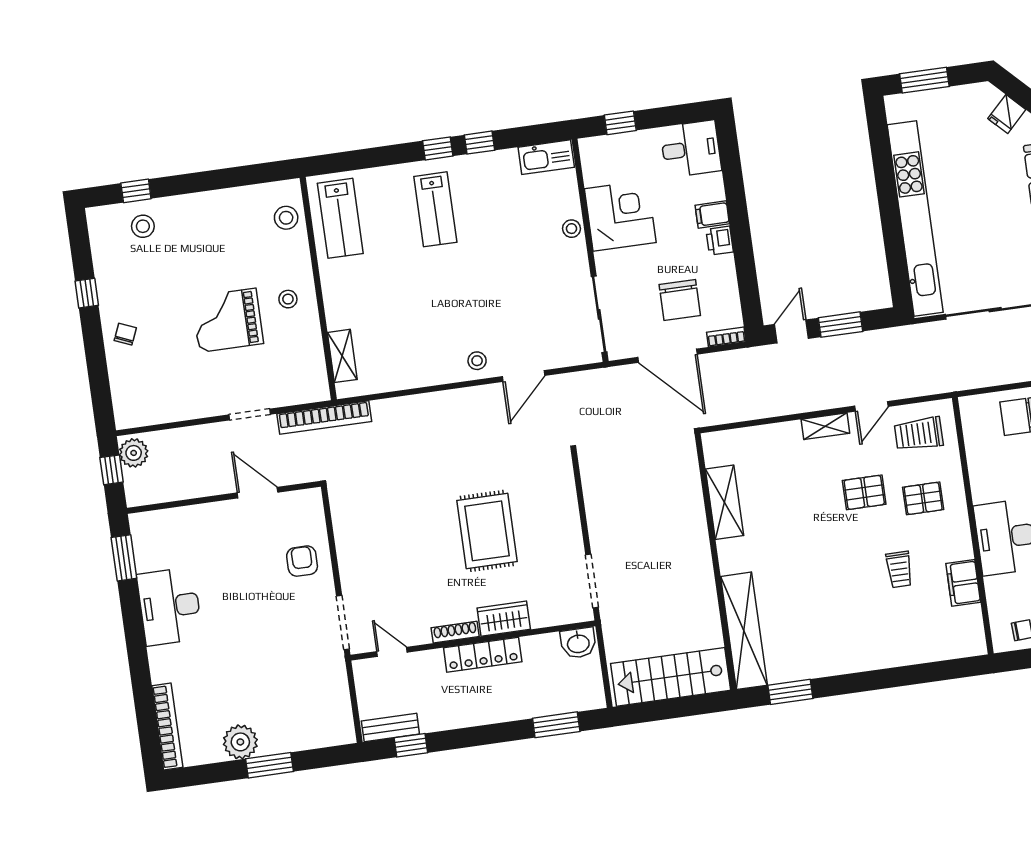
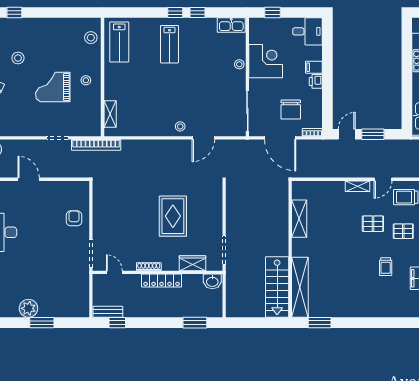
stool: (143, 226) -> (18, 58), moved
door: (258, 493) -> (29, 179), moved
wardrobe: (504, 619) -> (192, 263), moved
stairs: (671, 677) -> (277, 287), moved, turned -90

